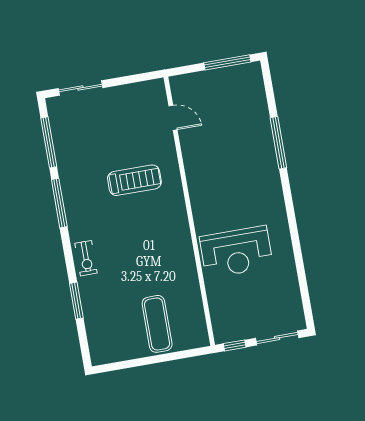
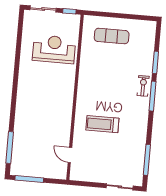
window: (278, 143) -> (10, 148), moved
window: (59, 203) -> (152, 96), moved
reception desk: (236, 252) -> (54, 49), moved
exercise mat: (157, 324) -> (112, 36), turned 90

